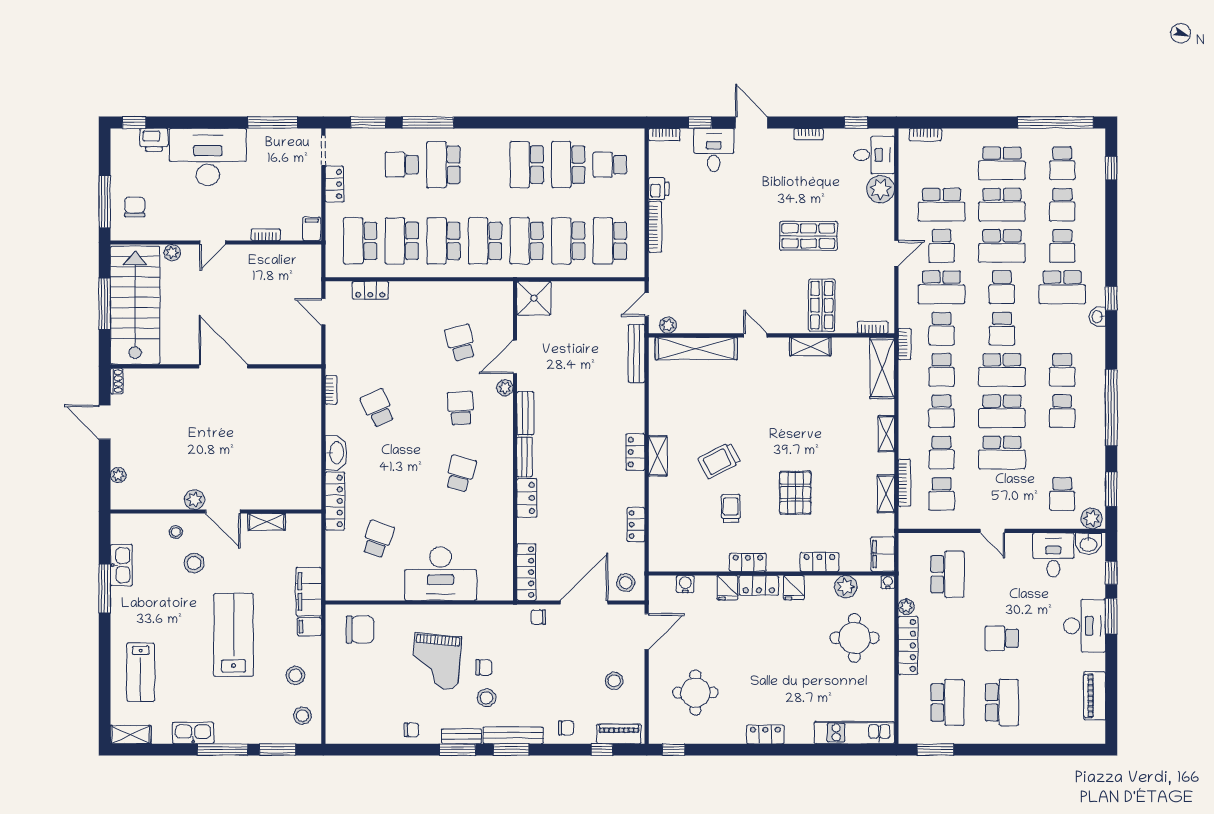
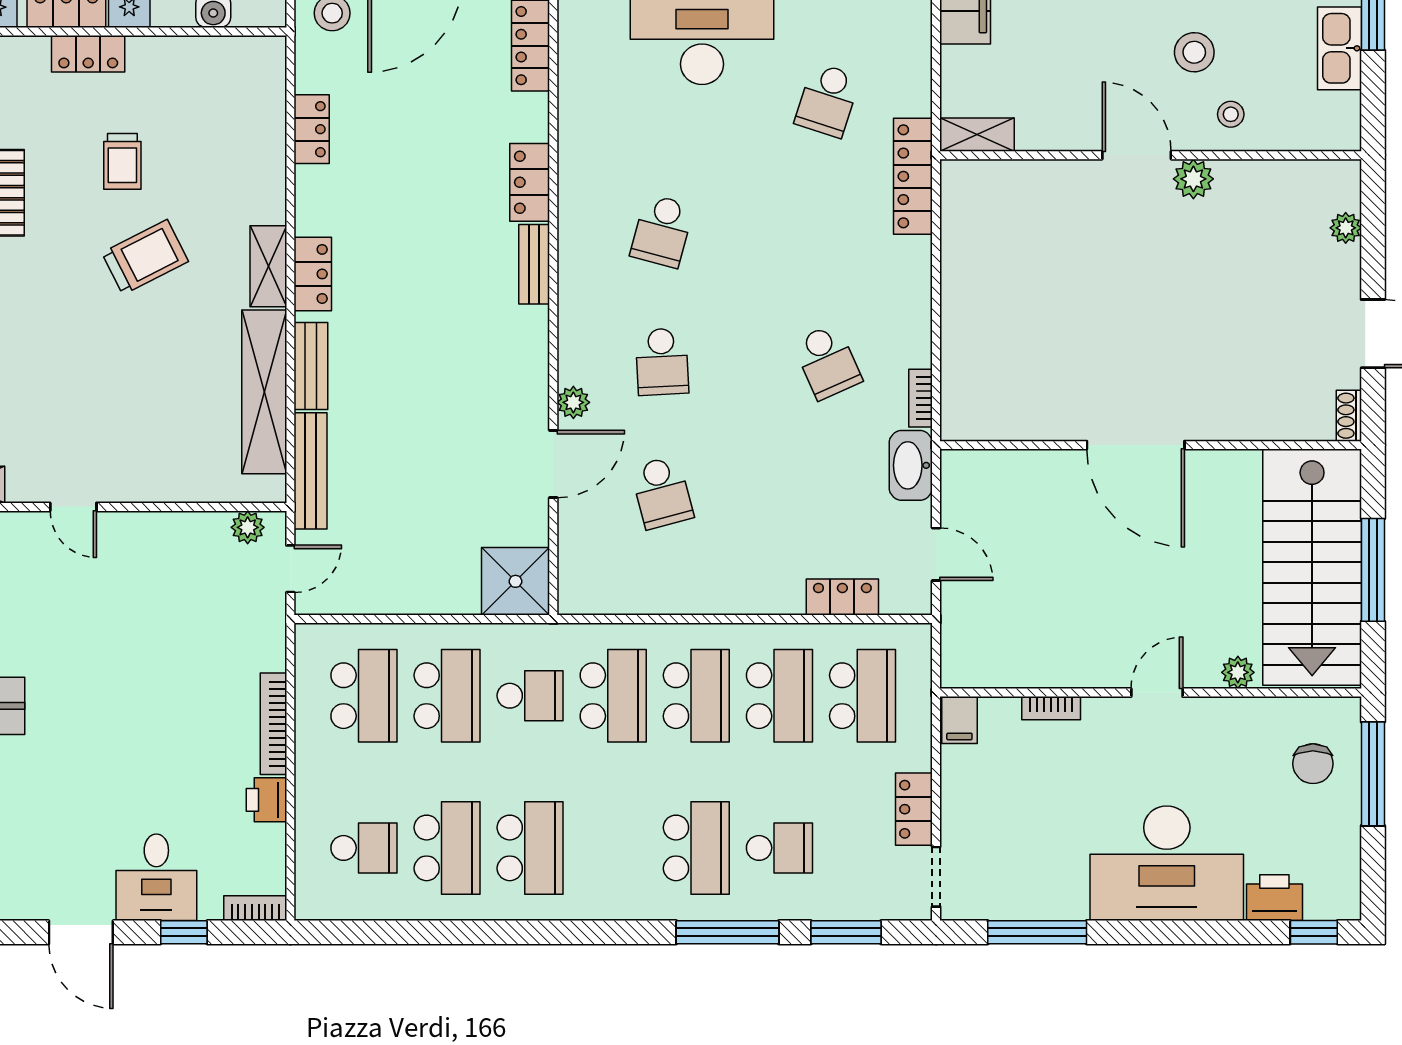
school desk: (527, 241) -> (530, 696), width x0.54
shelving: (696, 349) -> (264, 392), moved, turned 90
bench: (525, 413) -> (311, 366), moved
washbasin: (336, 453) -> (911, 465), moved
shelving: (267, 522) -> (977, 135), moved

